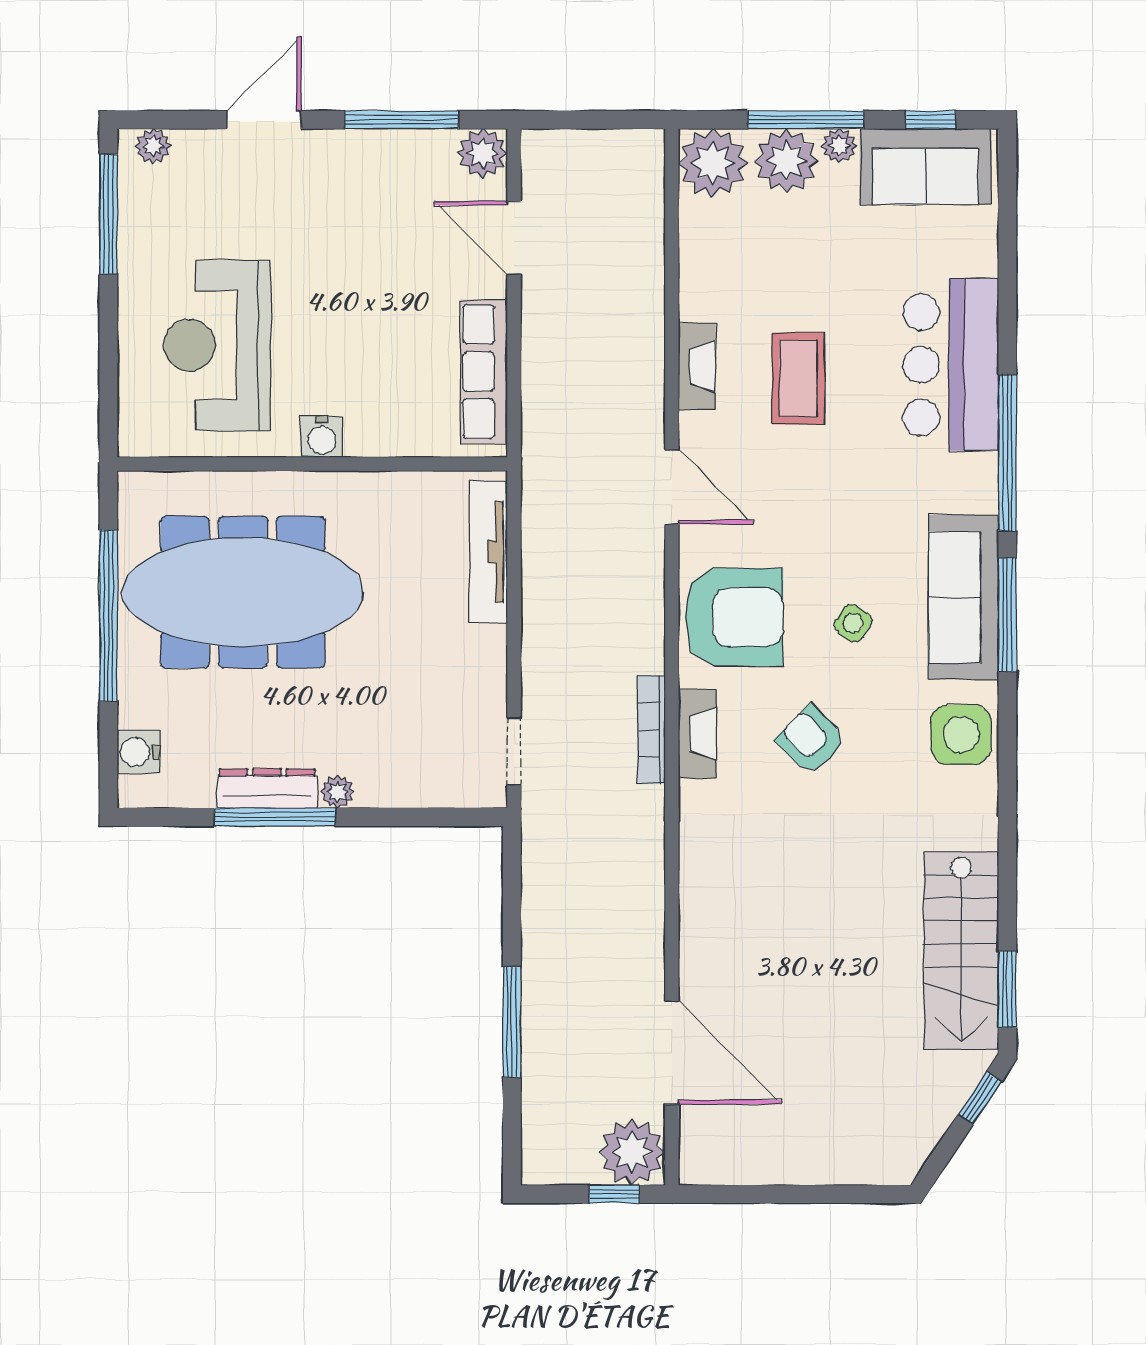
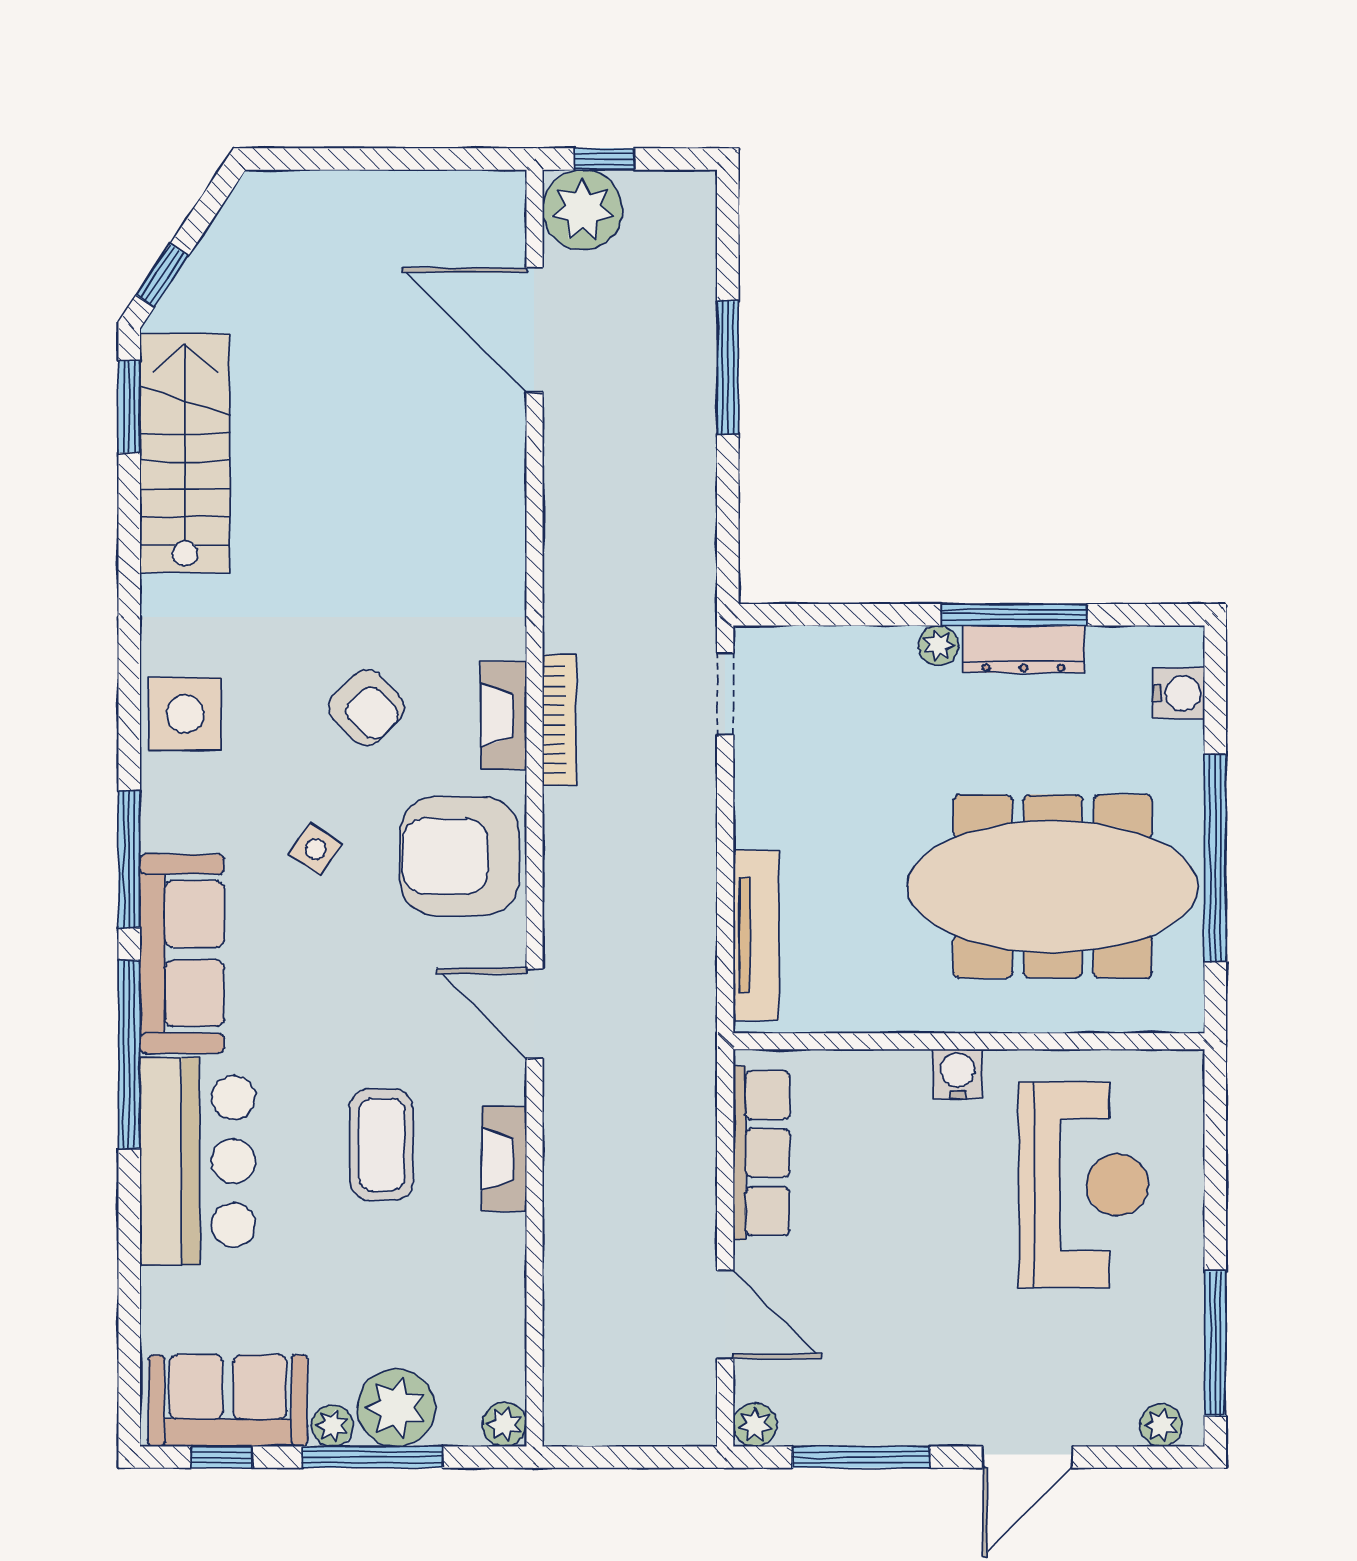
plant: (483, 153) -> (755, 1425), width x0.73, depth x0.73
plant: (713, 163) -> (504, 1424), width x0.53, depth x0.53
sofa: (964, 597) -> (182, 954), moved

